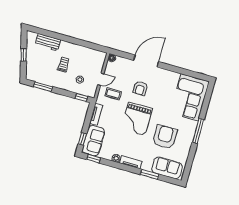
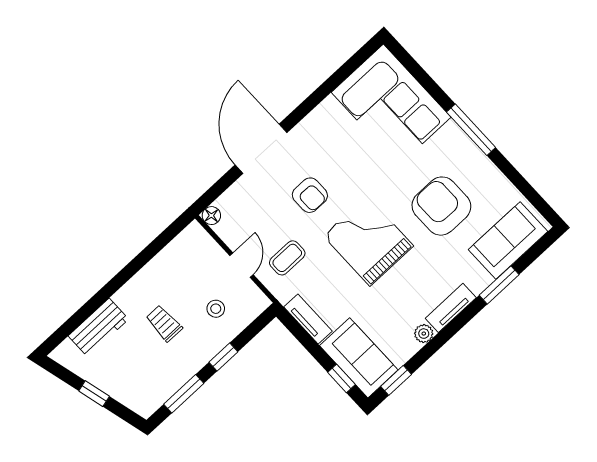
window: (81, 97) -> (223, 357), moved
grand piano: (137, 119) -> (368, 241), turned 180

